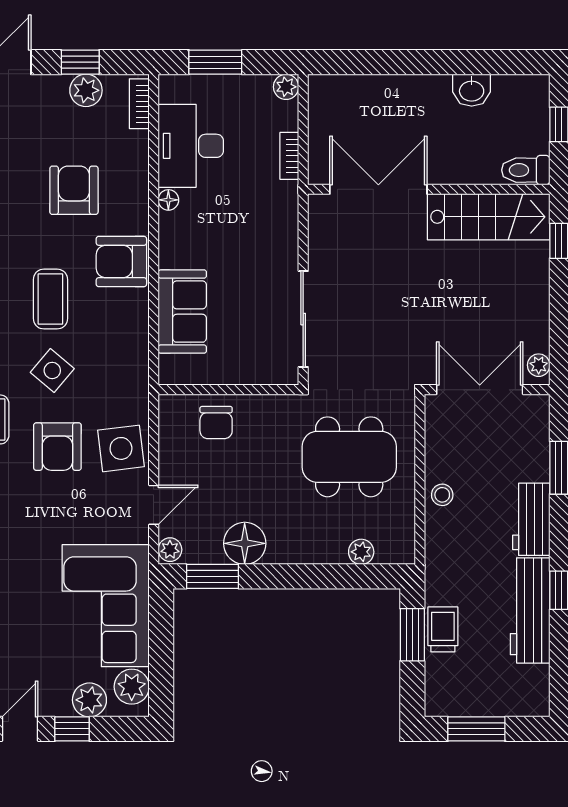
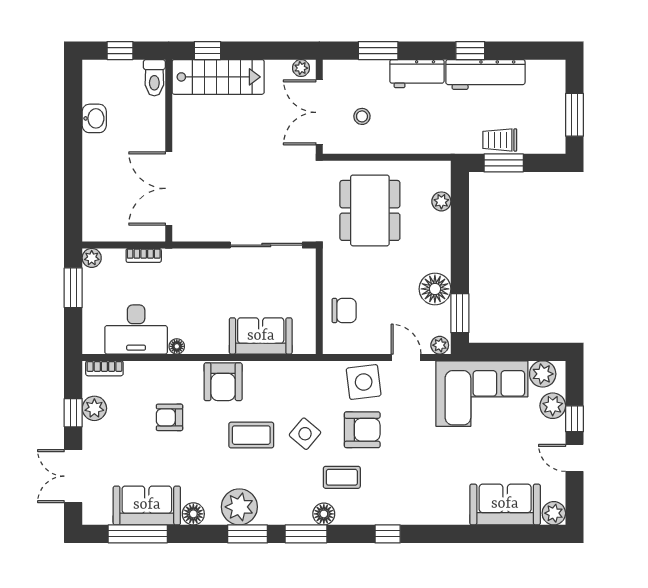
window: (215, 62) -> (73, 288), moved
armchair: (74, 190) -> (169, 417), width x0.72, depth x0.72
stairs: (489, 217) -> (218, 77), moved, turned 90
stool: (442, 495) -> (362, 116), moved

